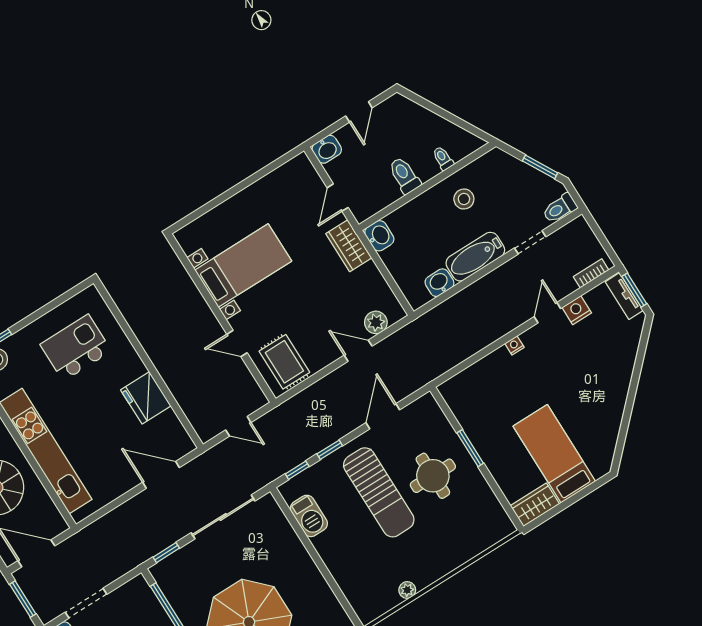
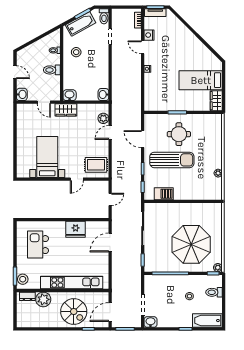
bathtub: (475, 257) -> (81, 24), moved, turned -119
washbasin: (439, 283) -> (103, 95), moved

